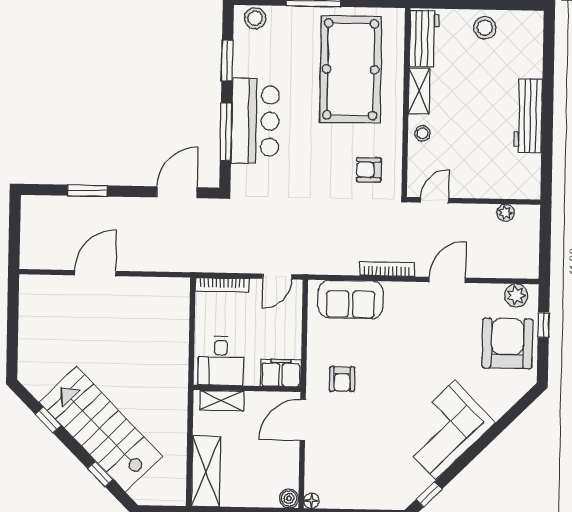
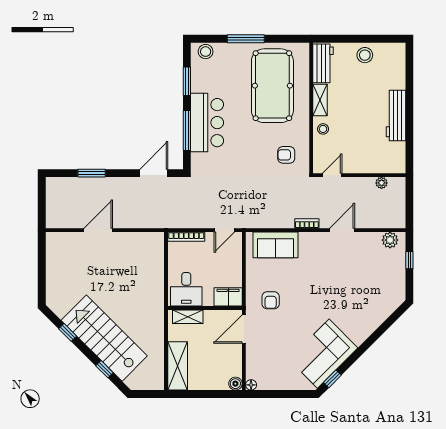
bookcase: (387, 269) -> (307, 223), width x0.64
armchair: (507, 343) -> (385, 273), removed
corner sofa: (445, 430) -> (323, 354), moved

